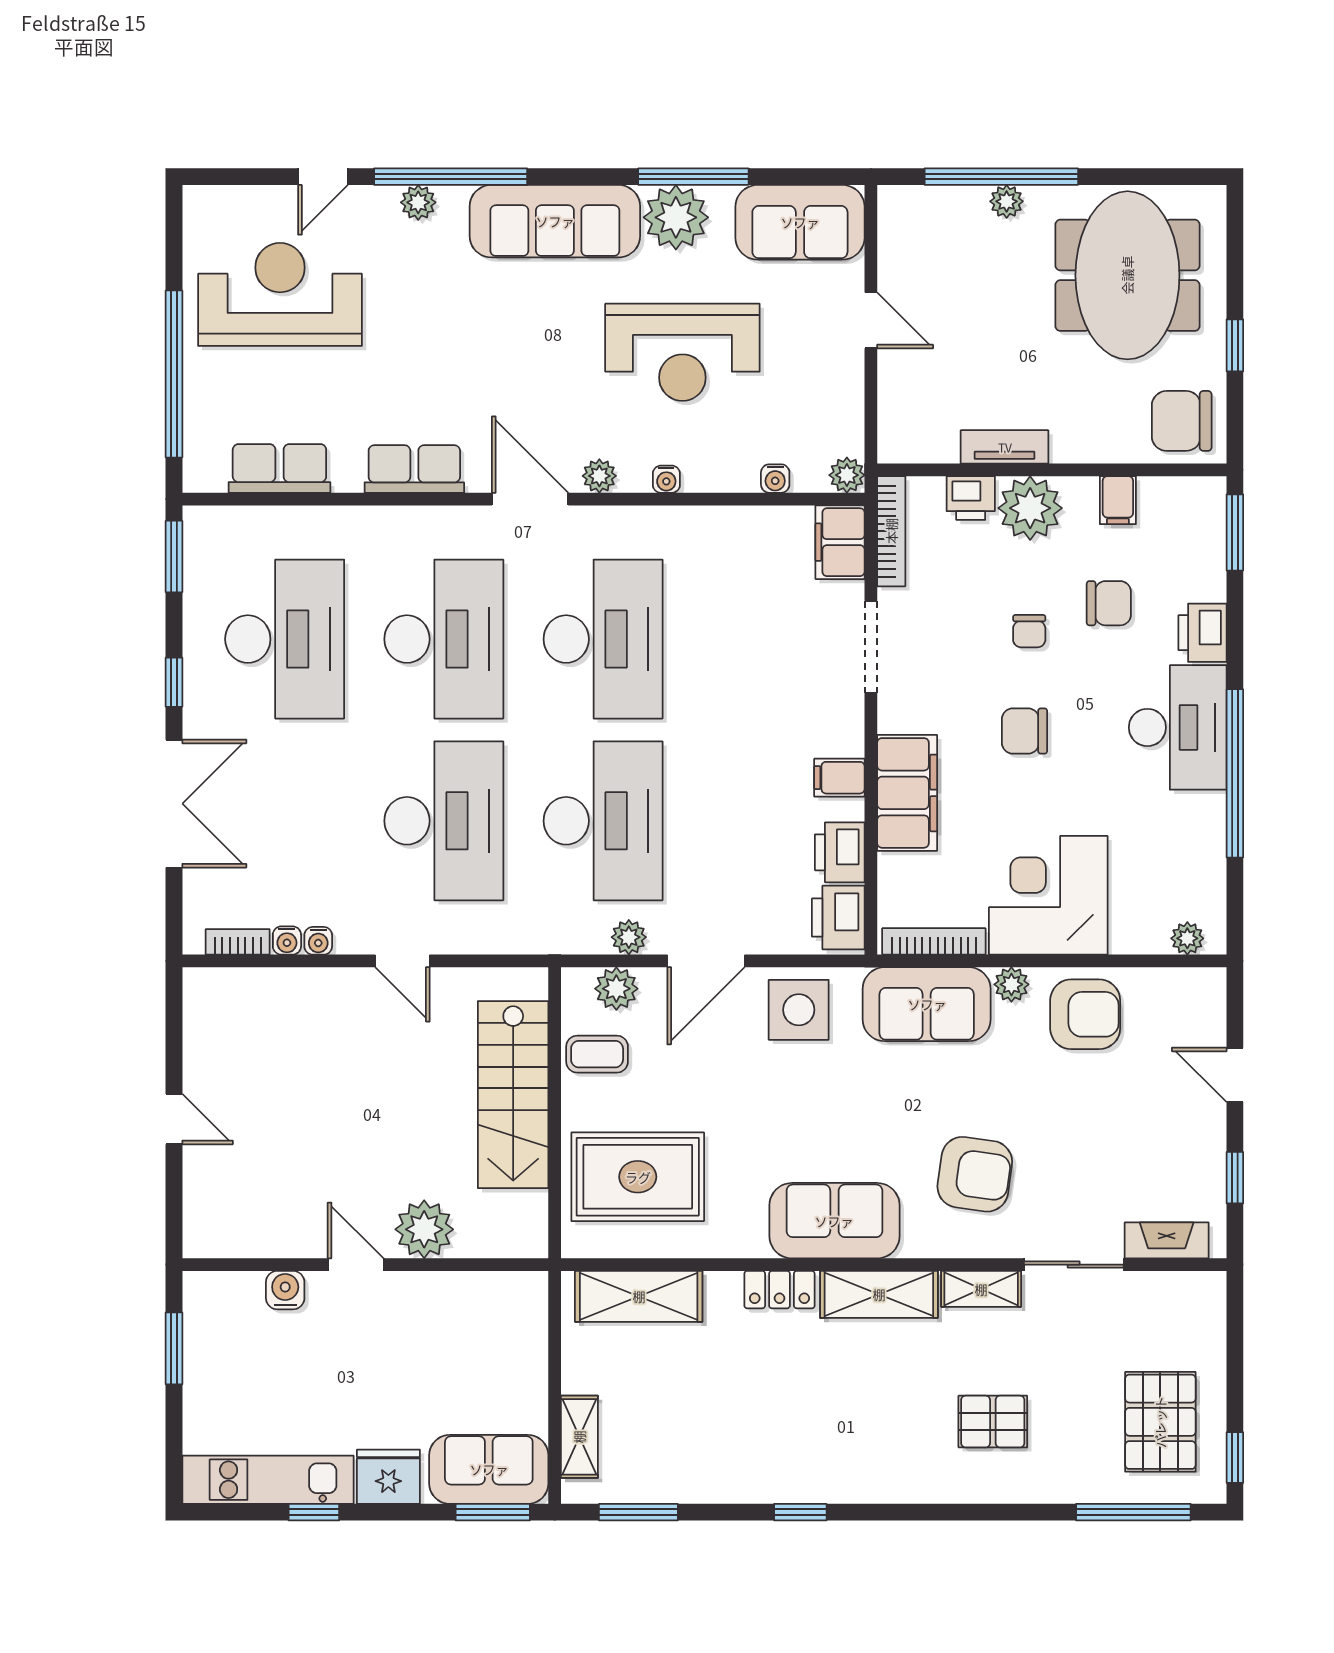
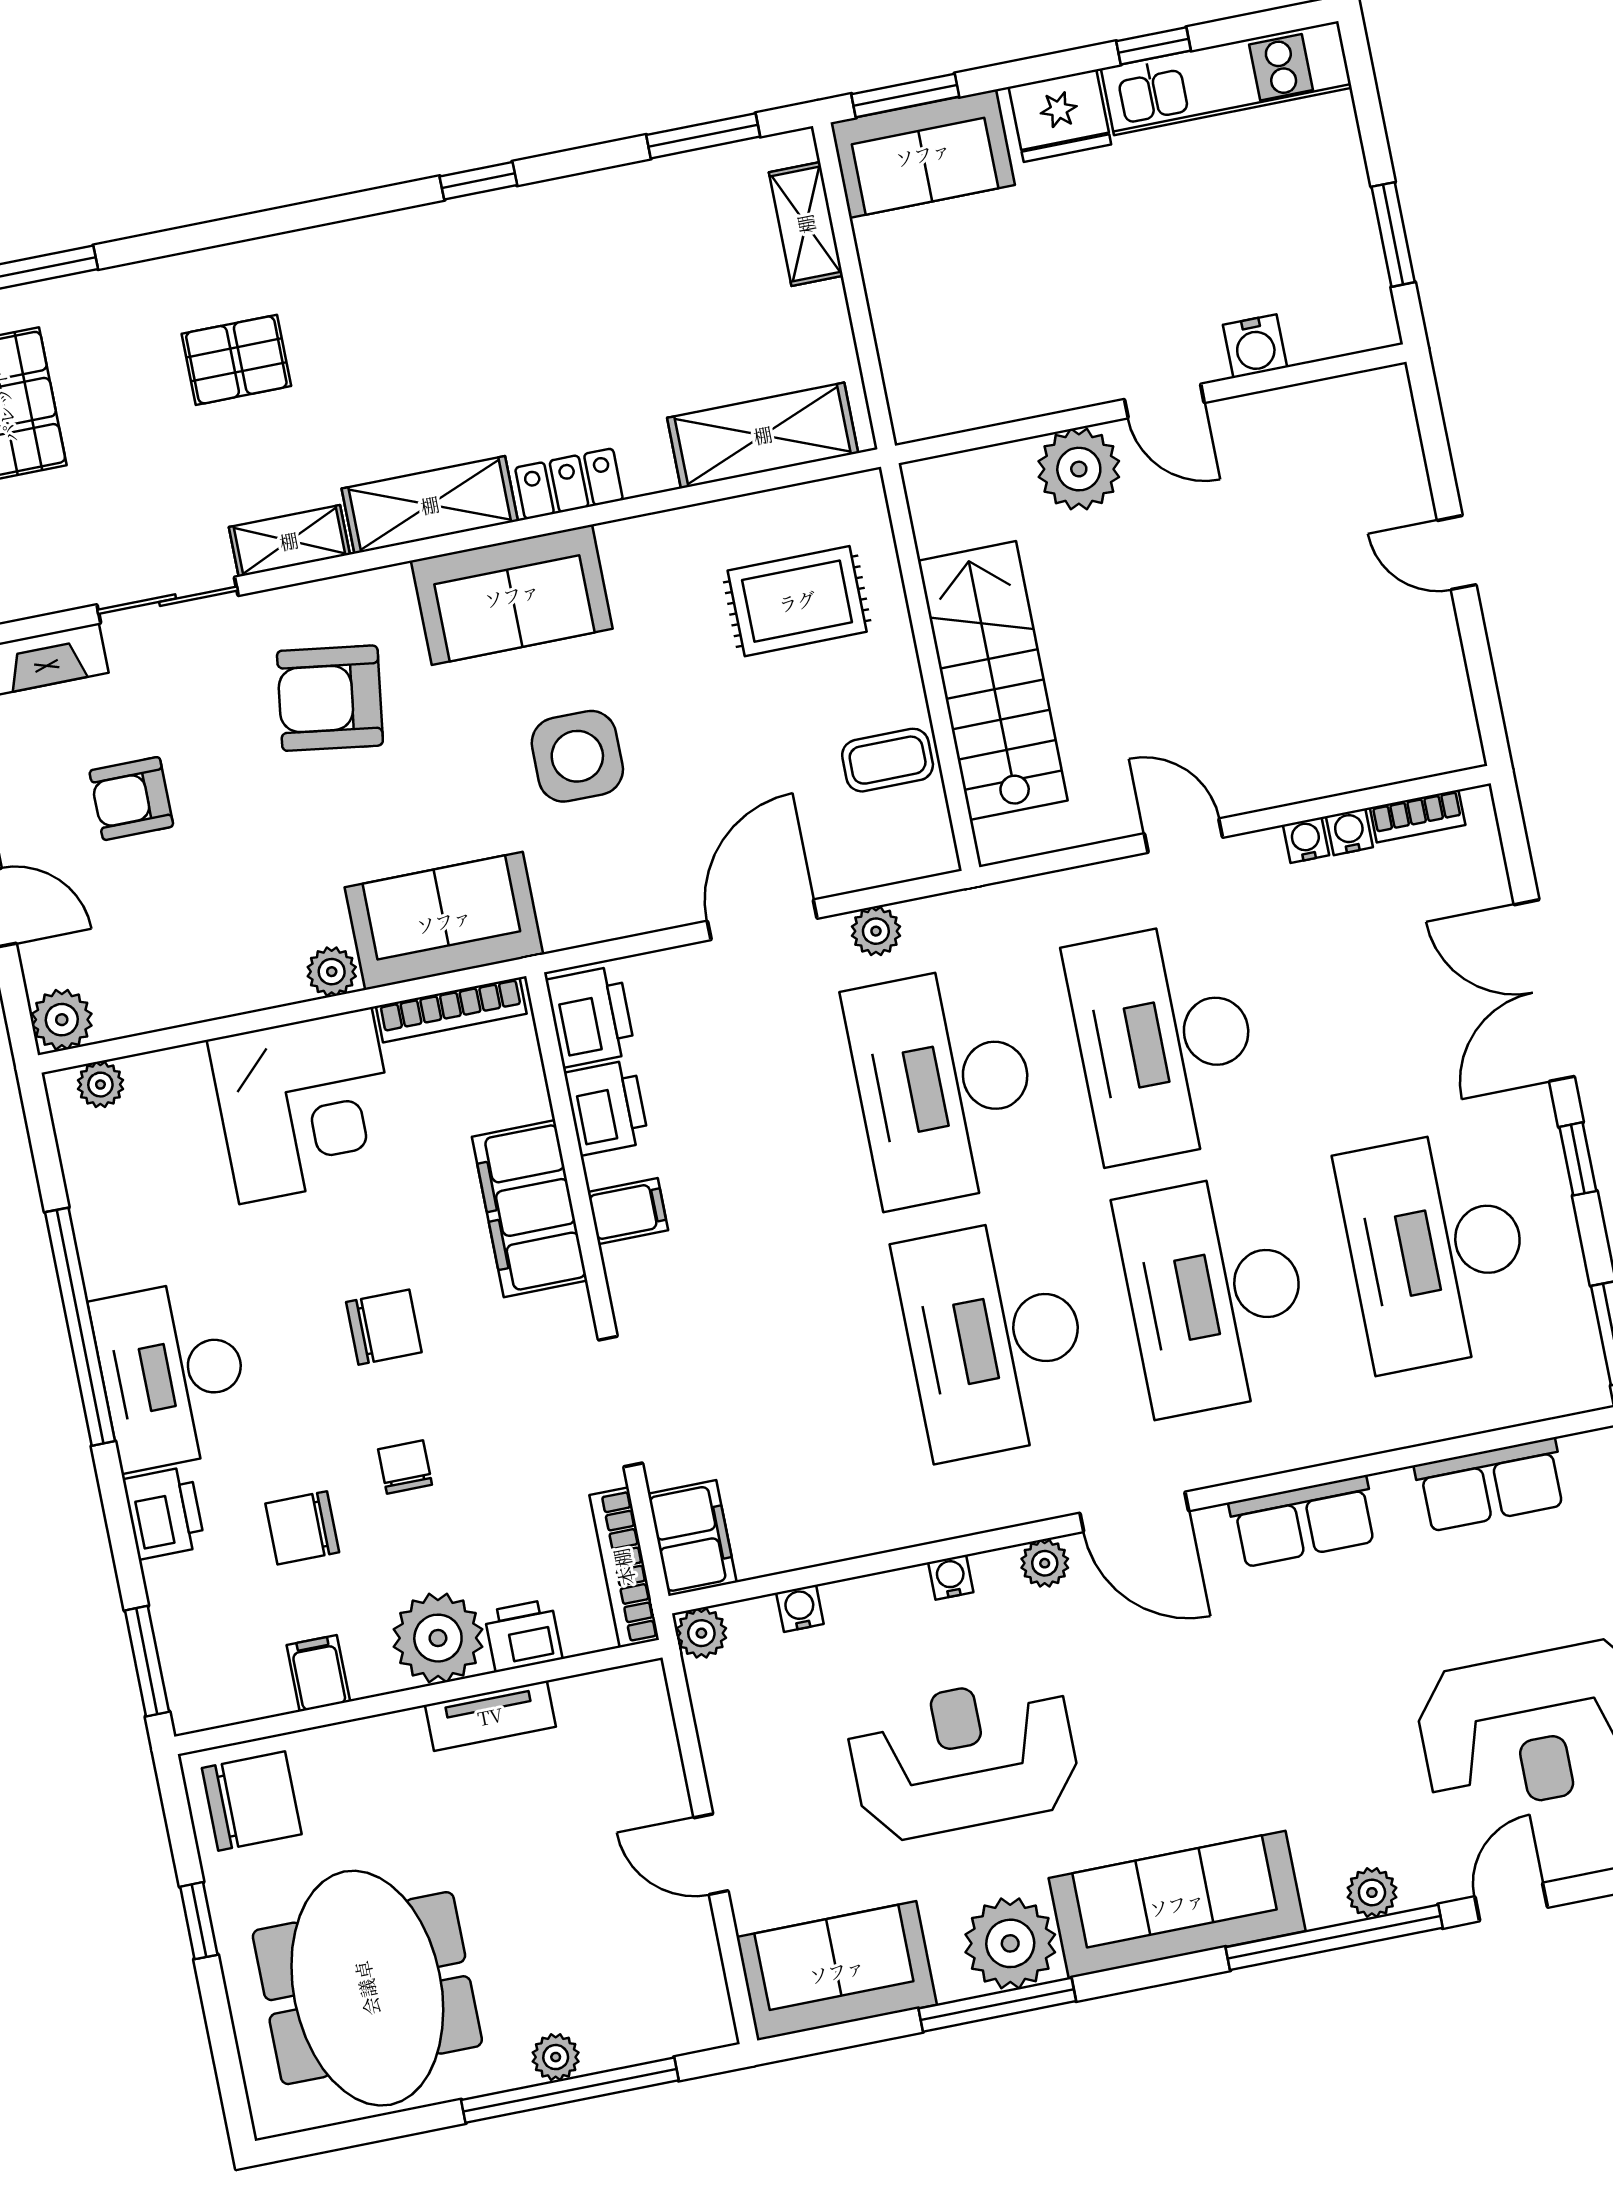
plant: (616, 989) -> (62, 1020), moved
side table: (799, 1010) -> (577, 756), moved
armchair: (1085, 1014) -> (131, 799), moved, width x0.72, depth x0.72
rug: (638, 1177) -> (797, 601), width x0.73, depth x0.70

